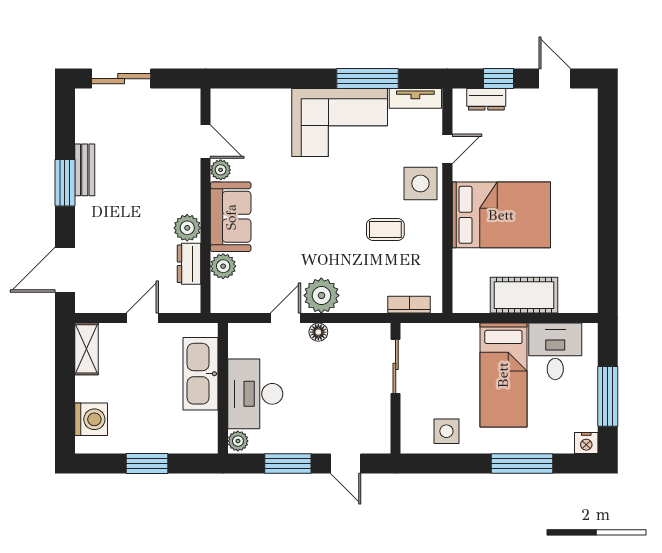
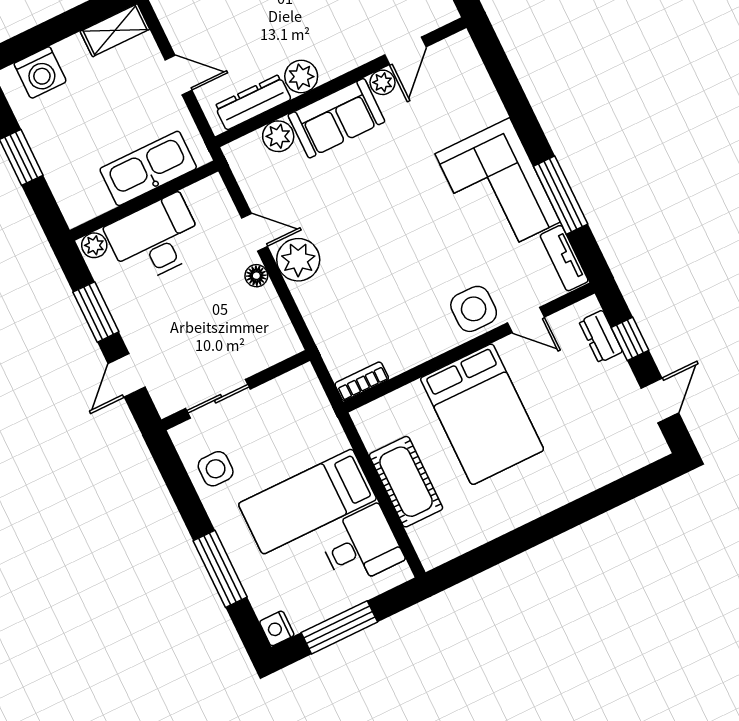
coffee table: (385, 229) -> (404, 295), removed
dresser: (189, 264) -> (253, 102), width x1.44
bookcase: (409, 305) -> (362, 381), moved, turned -90
sliding door: (396, 366) -> (218, 399), moved

